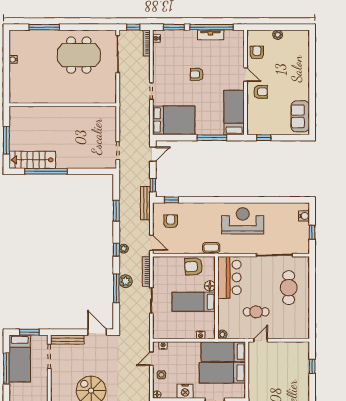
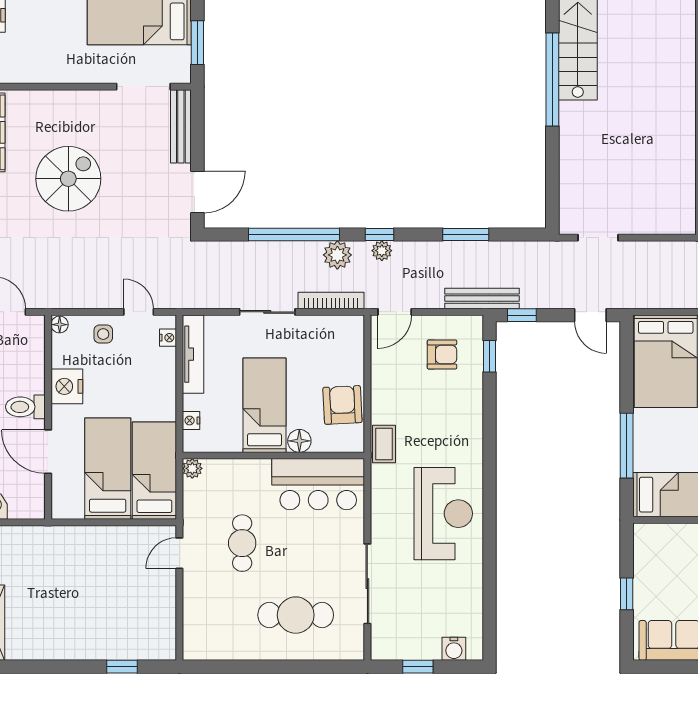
window: (264, 138) -> (627, 594), moved
plant: (126, 281) -> (337, 255), moved
window: (116, 288) -> (294, 234), width x1.46
tv unit: (171, 334) -> (193, 354), added
door: (261, 340) -> (179, 553), swing flipped

